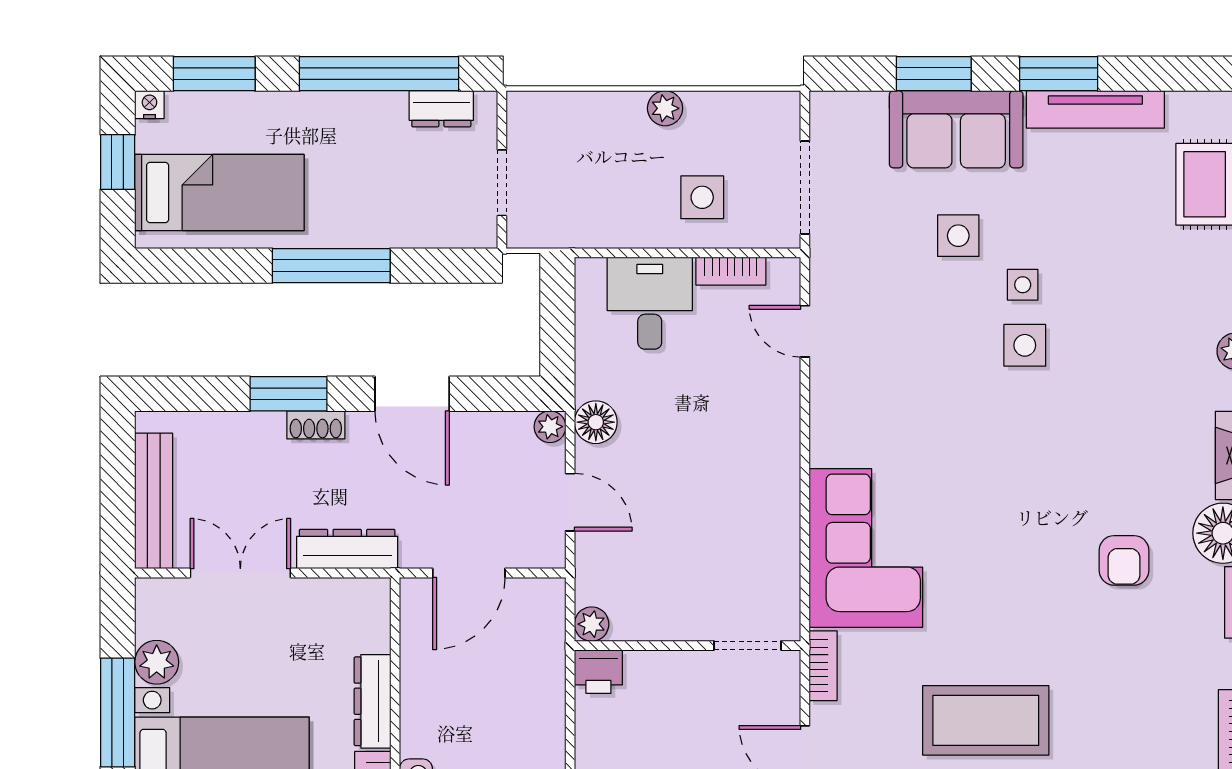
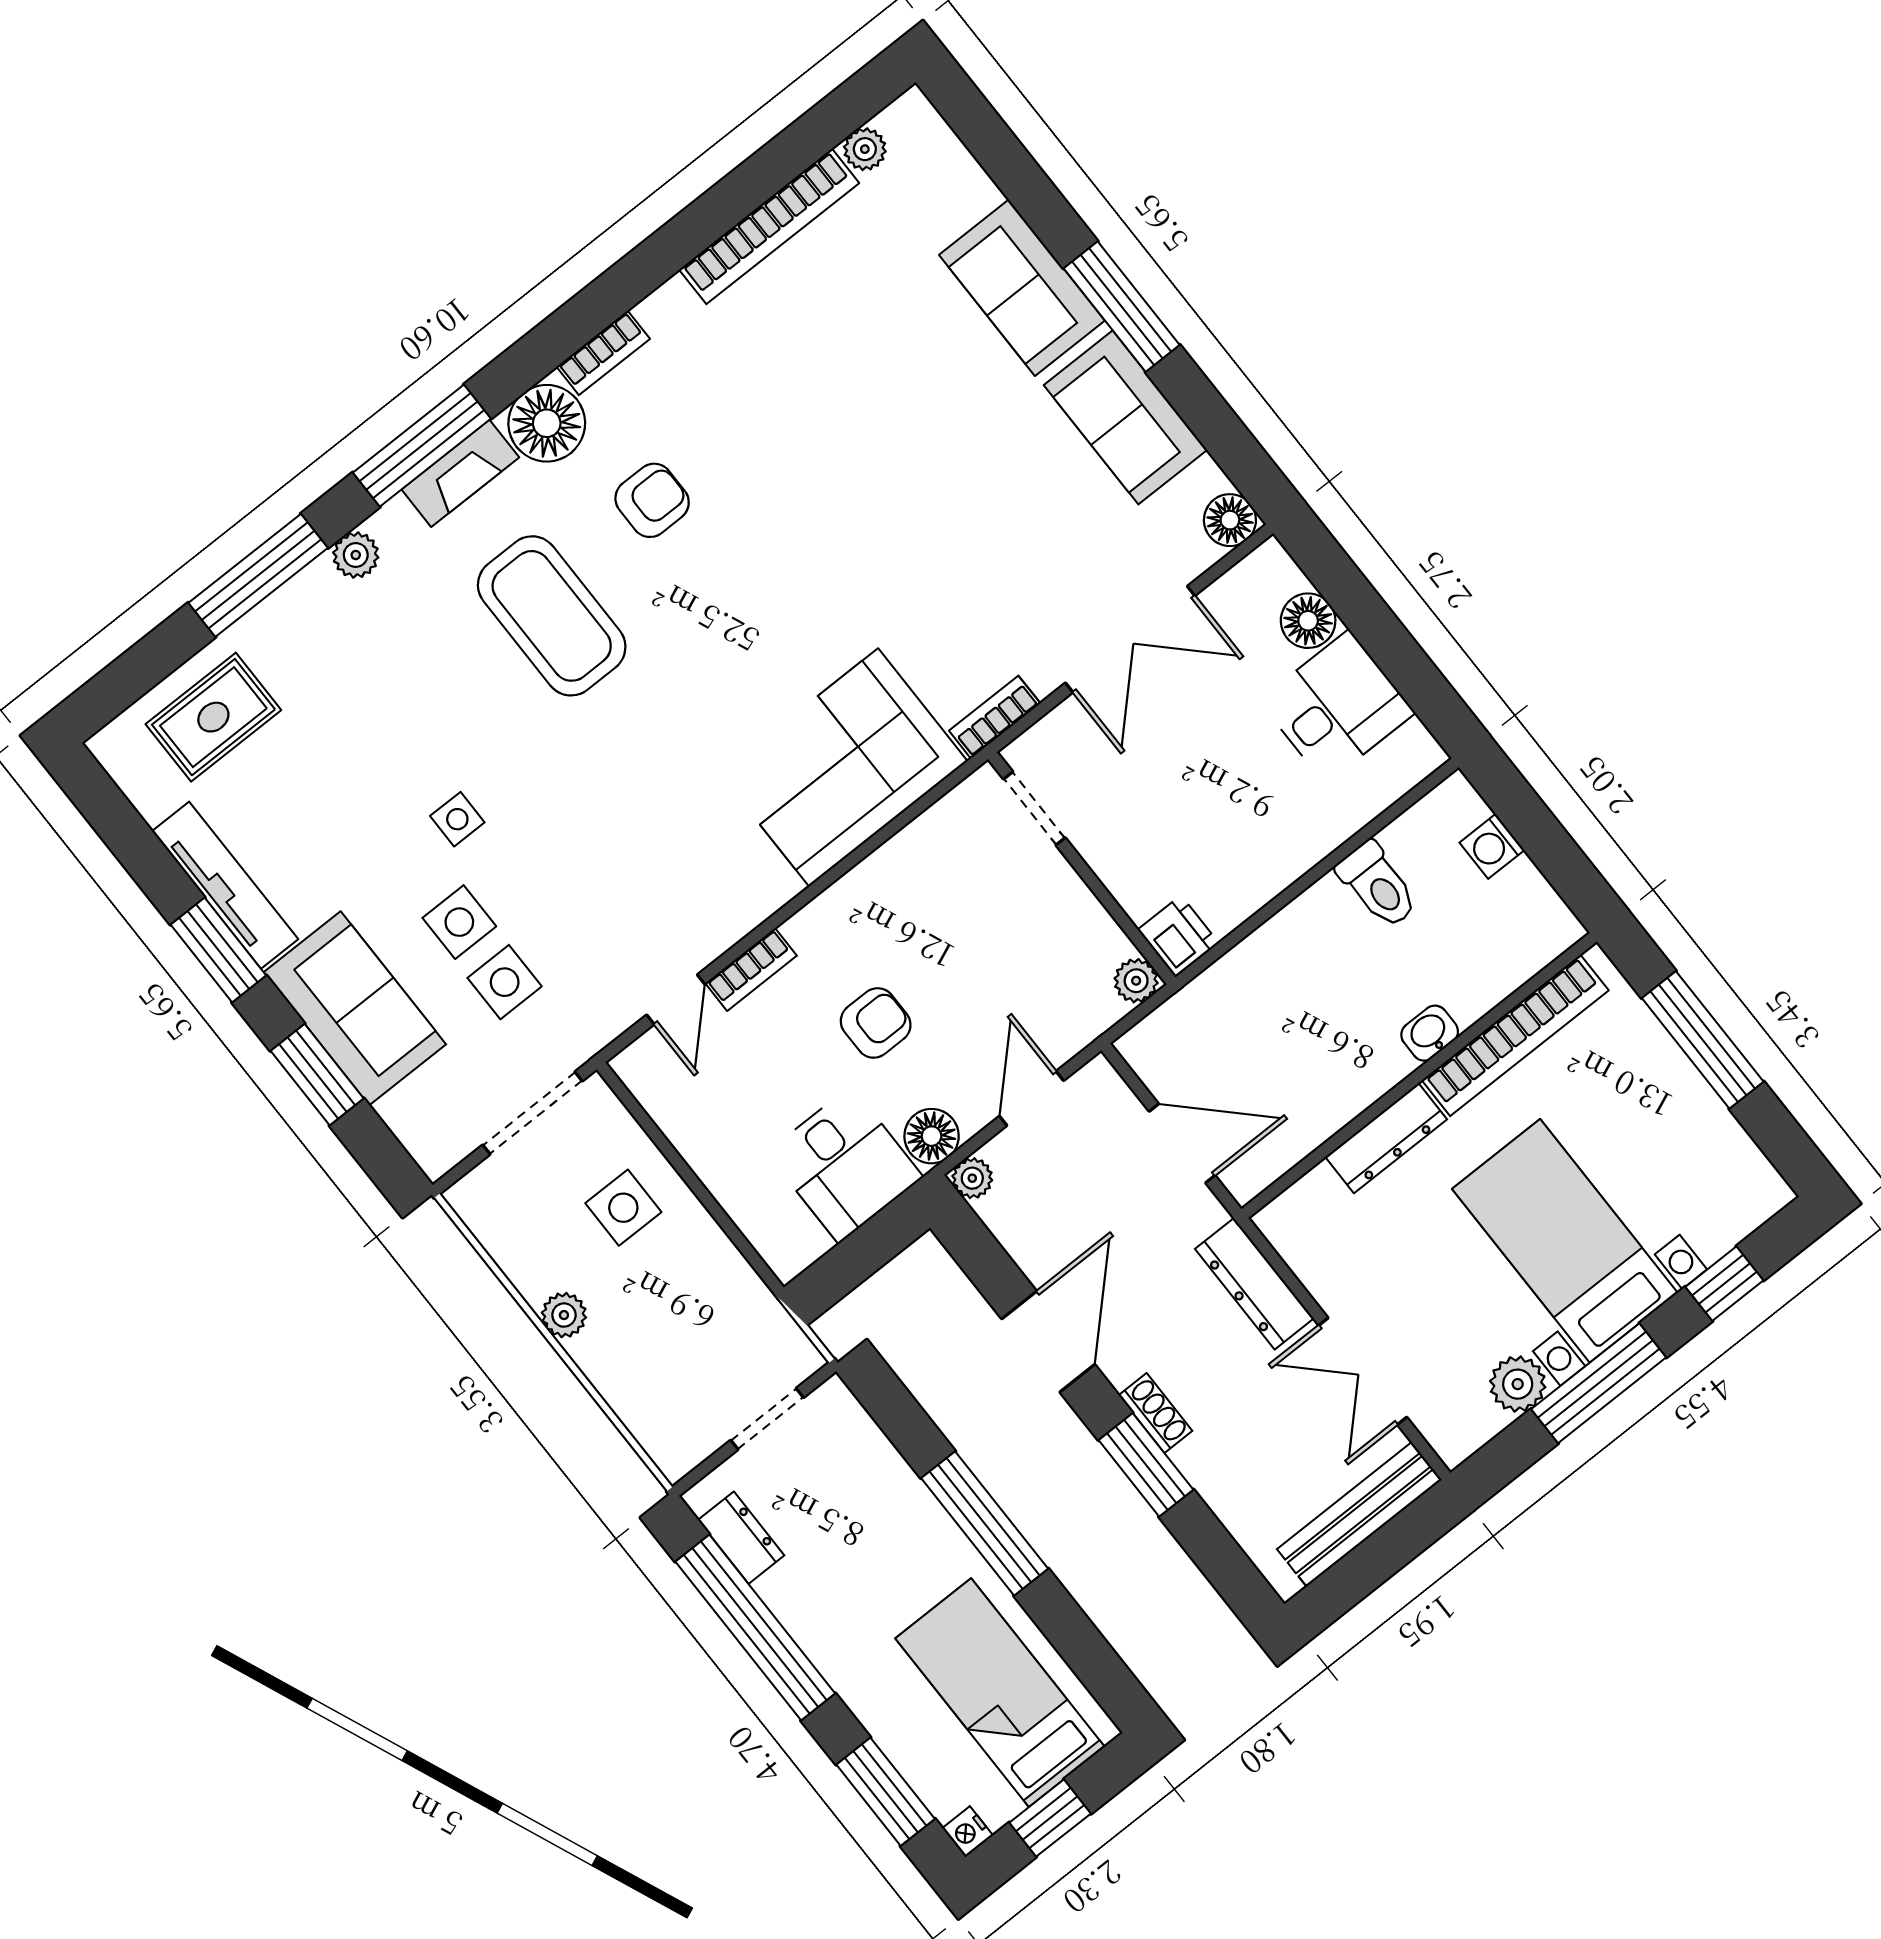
bookcase: (731, 271) -> (751, 969), moved, turned 90
desk: (650, 303) -> (845, 1165), moved, turned -90
side table: (1025, 345) -> (505, 982), moved
armchair: (693, 443) -> (876, 1023), added
coffee table: (986, 720) -> (552, 616), moved

